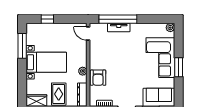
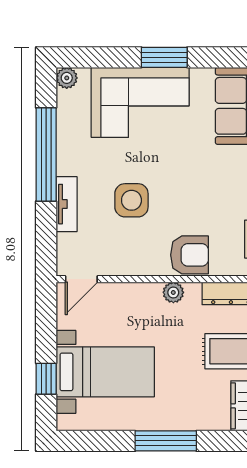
window: (118, 19) -> (46, 155), moved
window: (22, 46) -> (166, 441), moved
side table: (120, 54) -> (131, 200), added
bed with nightstands: (46, 62) -> (105, 372), moved, turned 90

